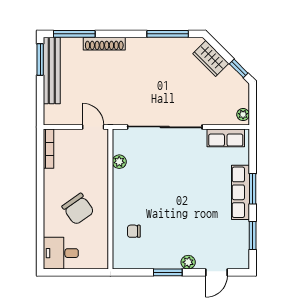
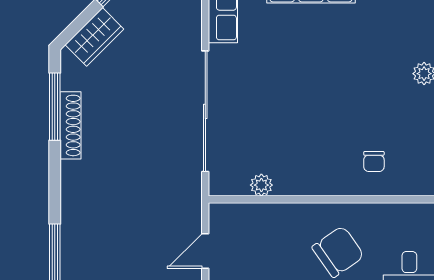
shoe rack: (104, 44) -> (70, 125), moved
door: (93, 127) -> (205, 251), moved

